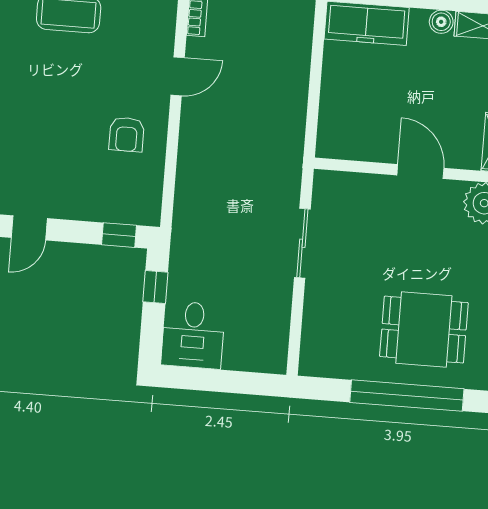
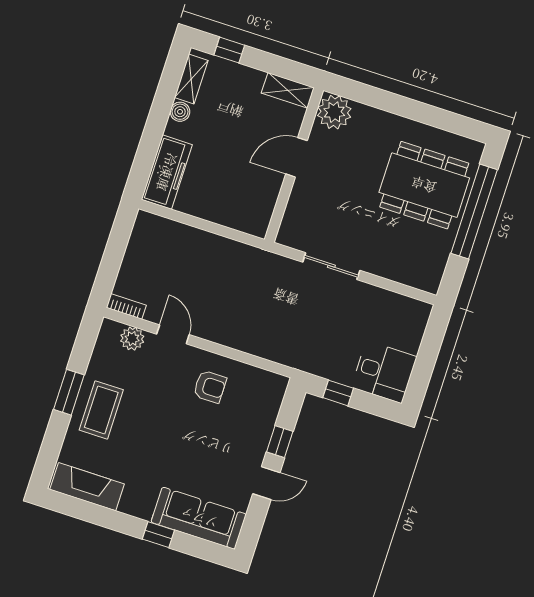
plant: (161, 30) -> (132, 339), added
door: (29, 228) -> (266, 483), hinge flipped
window: (119, 235) -> (280, 442), moved
dining table: (424, 330) -> (424, 185), width x1.38

